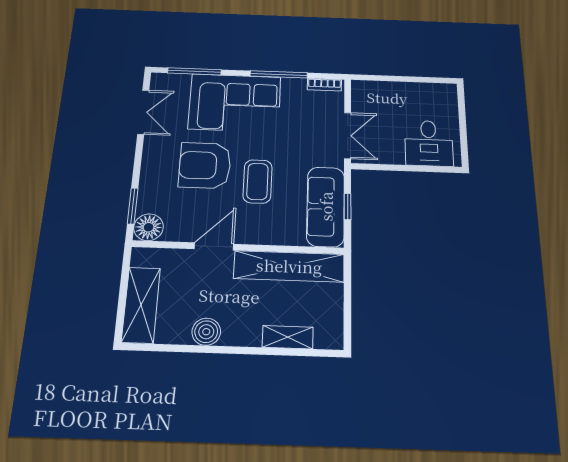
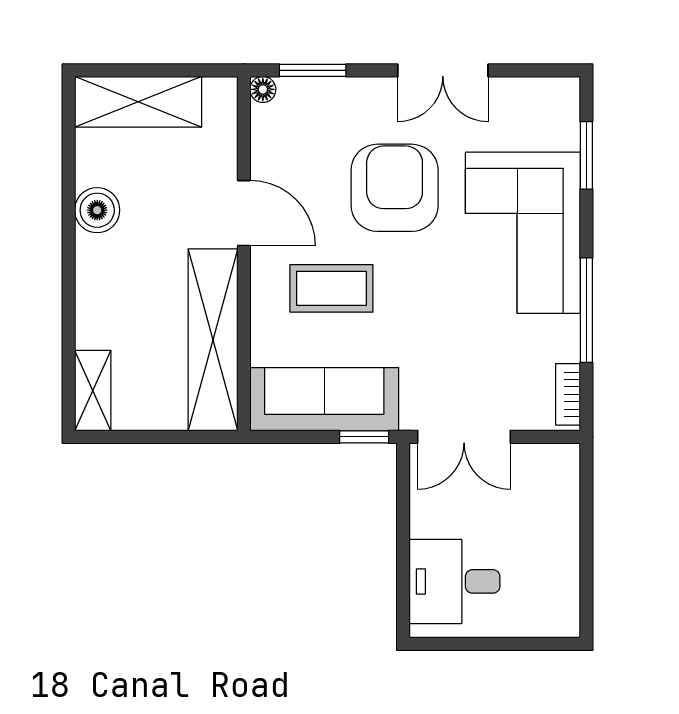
window: (194, 71) -> (586, 155), width x0.69
double door: (143, 112) -> (443, 70), moved
coffee table: (257, 181) -> (331, 288), moved
window: (348, 207) -> (364, 437), moved
floor lamp: (149, 227) -> (263, 89), width x0.53, depth x0.53
shelving: (288, 337) -> (93, 391), moved

